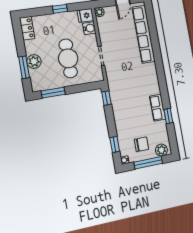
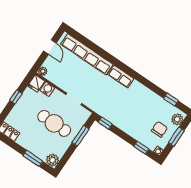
plant: (34, 61) -> (52, 160), moved
window: (53, 93) -> (81, 136), moved
row of seats: (158, 108) -> (121, 76), moved
window: (168, 116) -> (171, 99), moved
window: (148, 163) -> (176, 137), width x0.69

